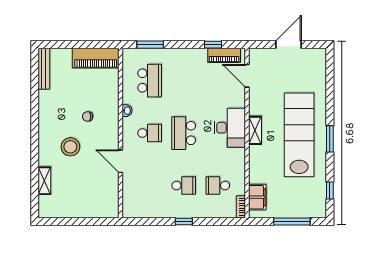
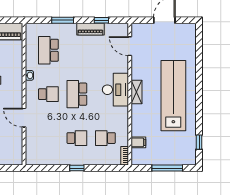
window: (150, 45) -> (63, 20), moved
piano: (224, 55) -> (90, 29), moved
school desk: (150, 81) -> (48, 50), turned 180
window: (330, 139) -> (199, 99), removed
filing cabinet: (257, 197) -> (138, 142), width x0.50

